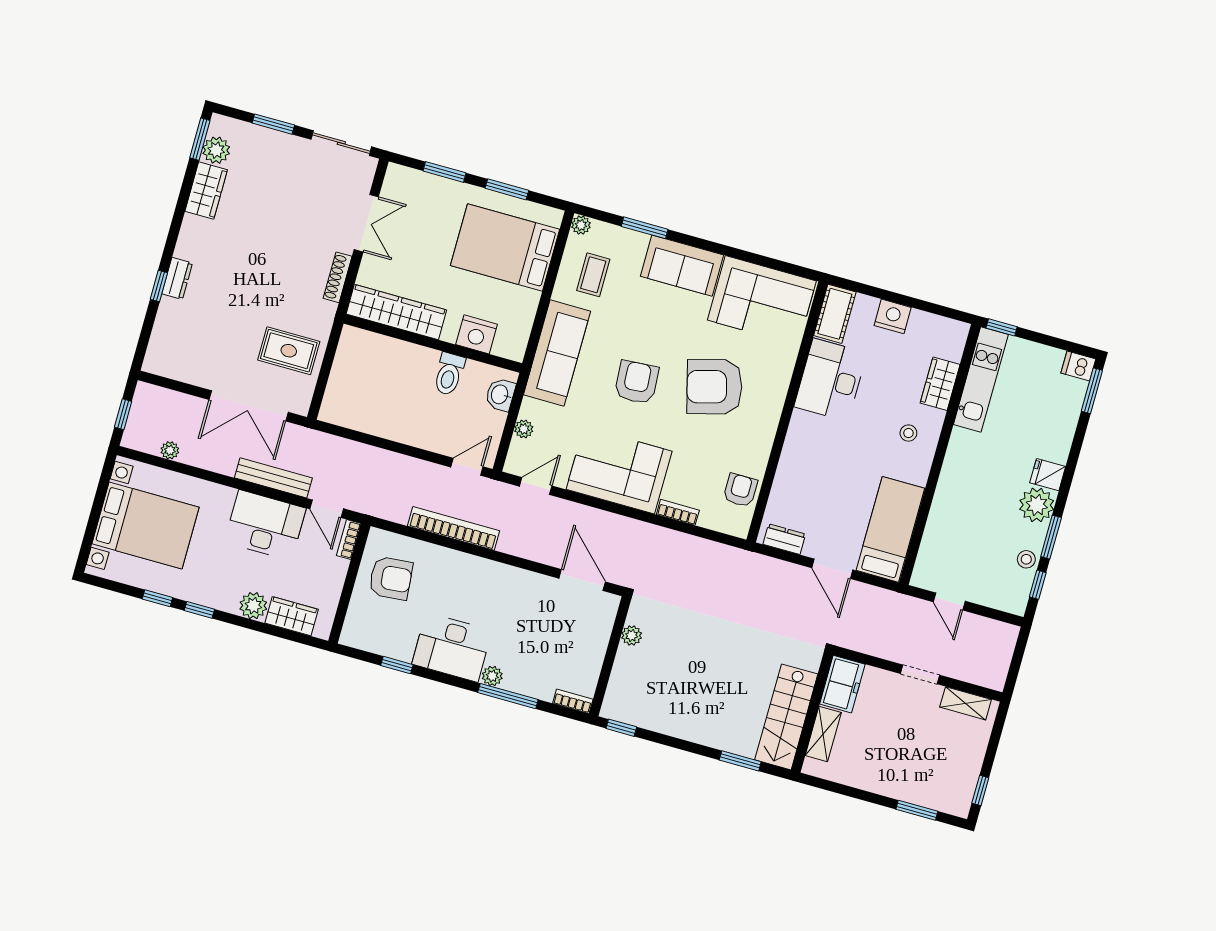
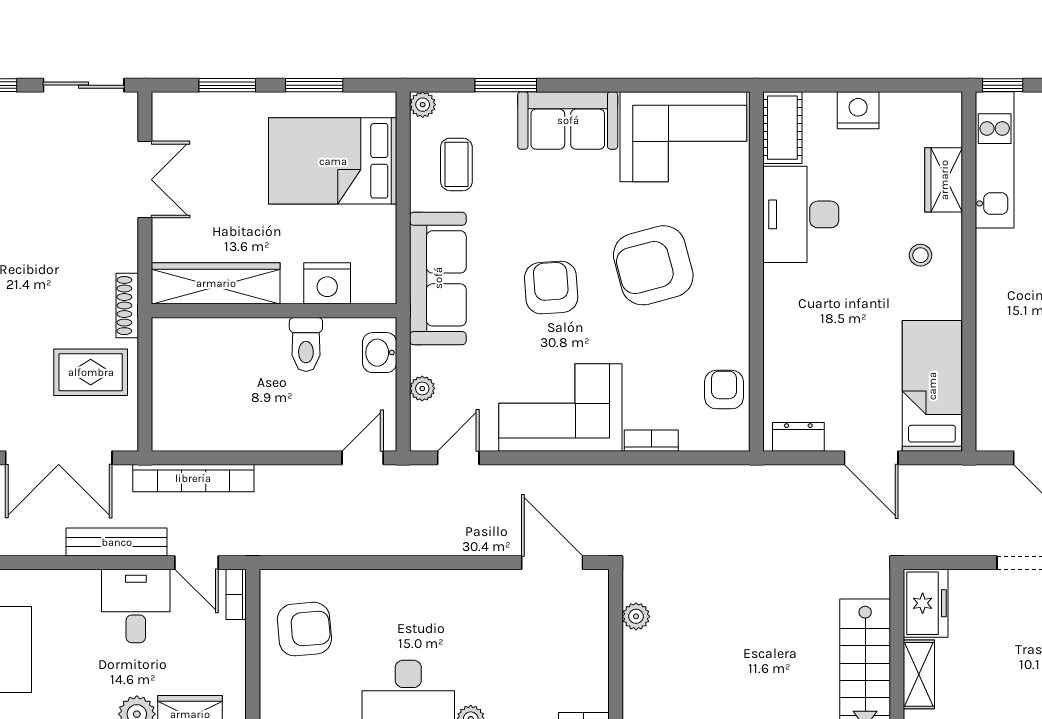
shoe rack: (338, 277) -> (127, 306), moved
desk: (265, 525) -> (136, 606), width x0.73
bookcase: (454, 528) -> (193, 478), moved, turned 180

